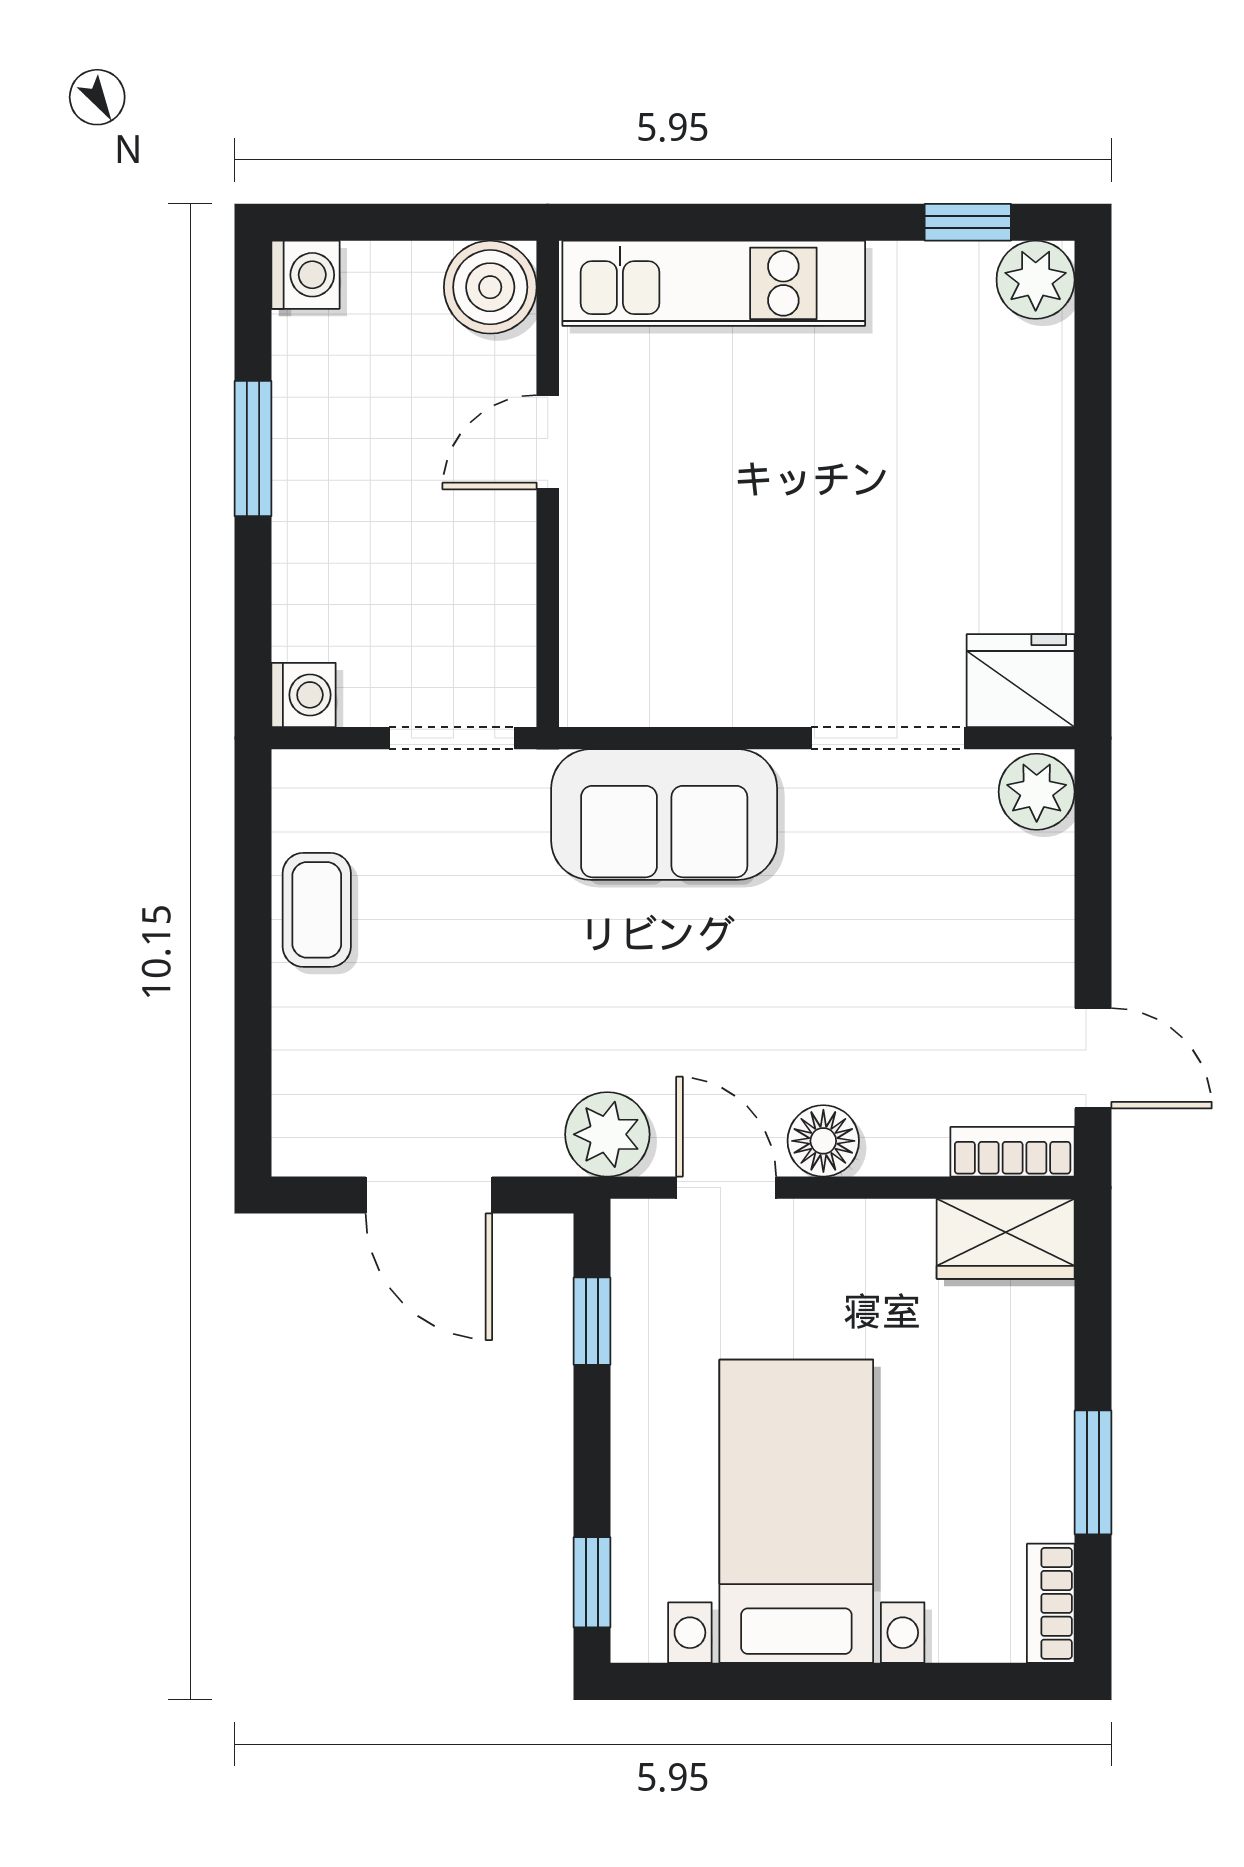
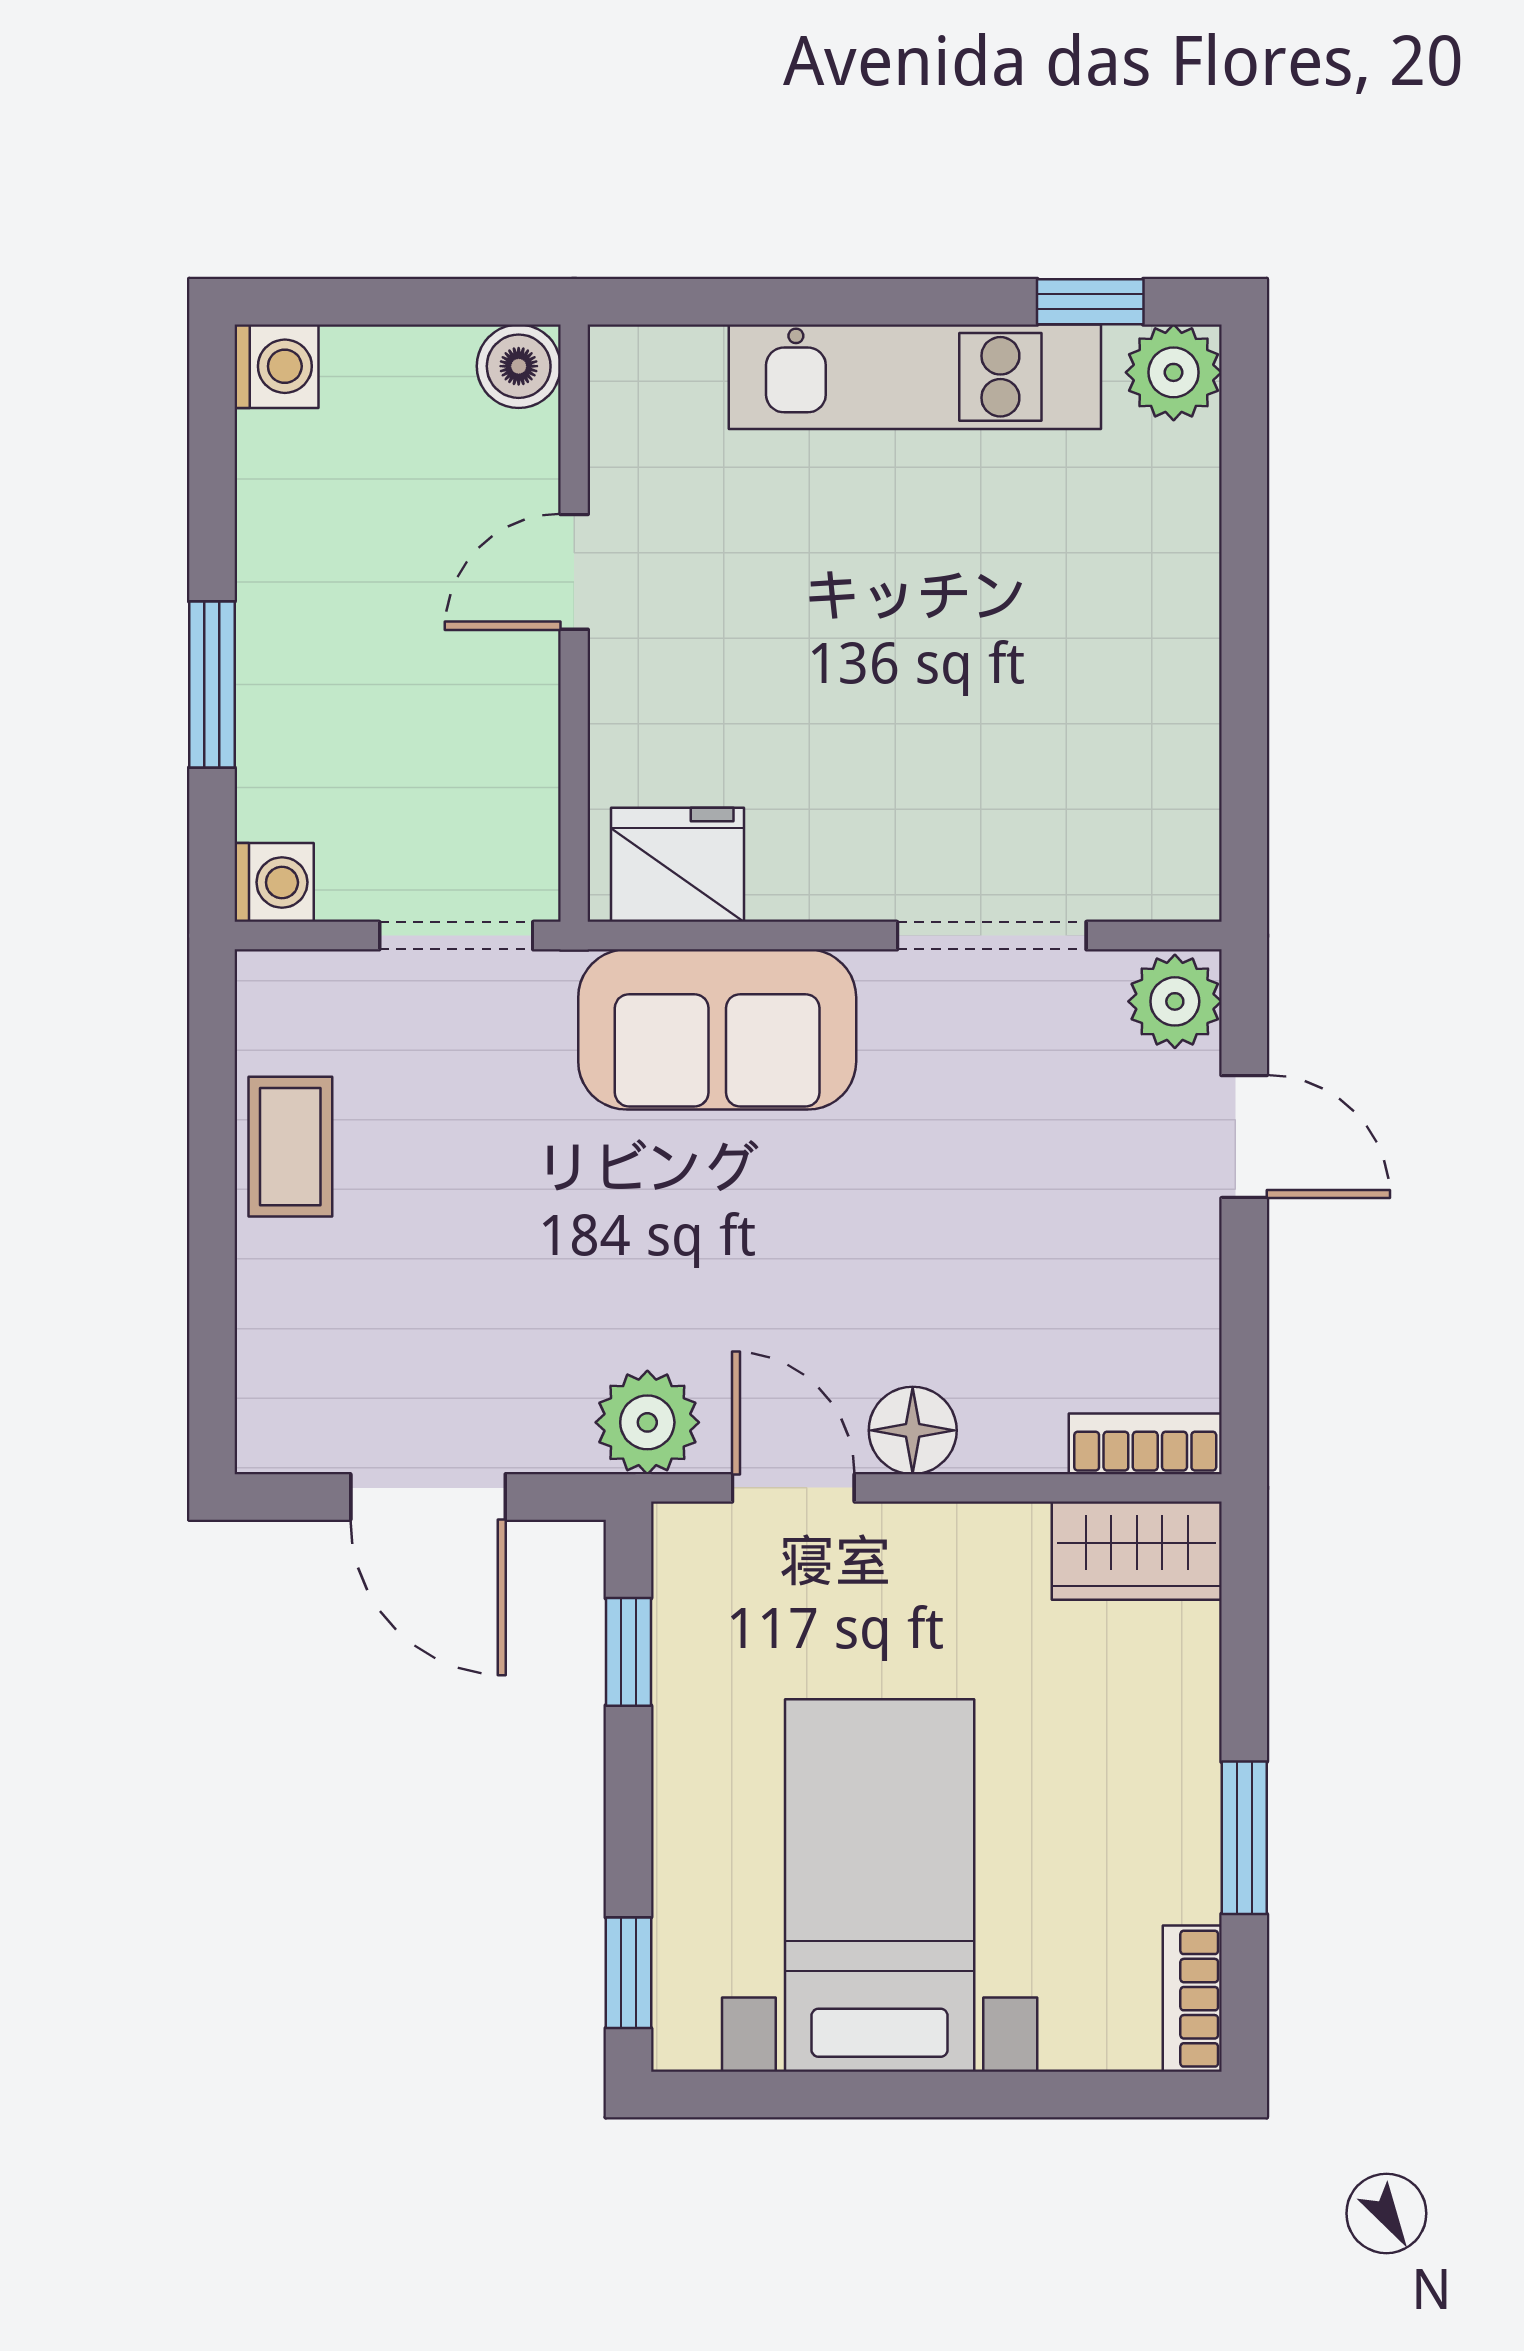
kitchen unit: (714, 283) -> (915, 377), moved
boiler: (490, 287) -> (519, 366), width x0.73, depth x0.73
window: (253, 449) -> (212, 684), moved
fridge: (1021, 681) -> (678, 865), moved
door: (1093, 1058) -> (1244, 1137), moved

